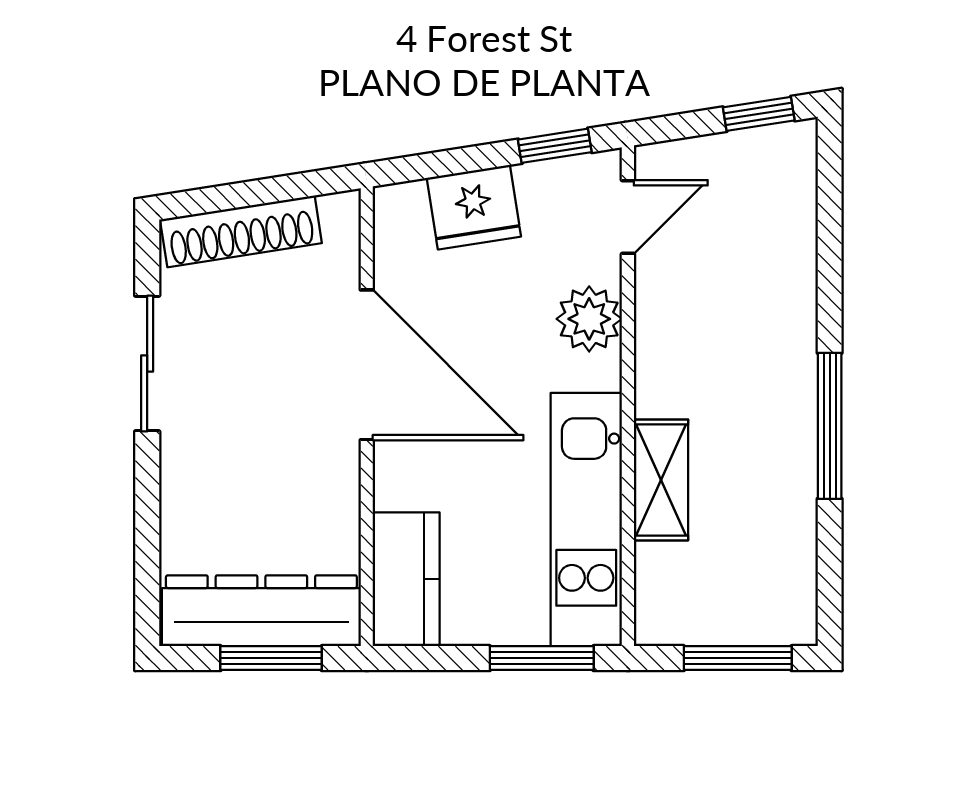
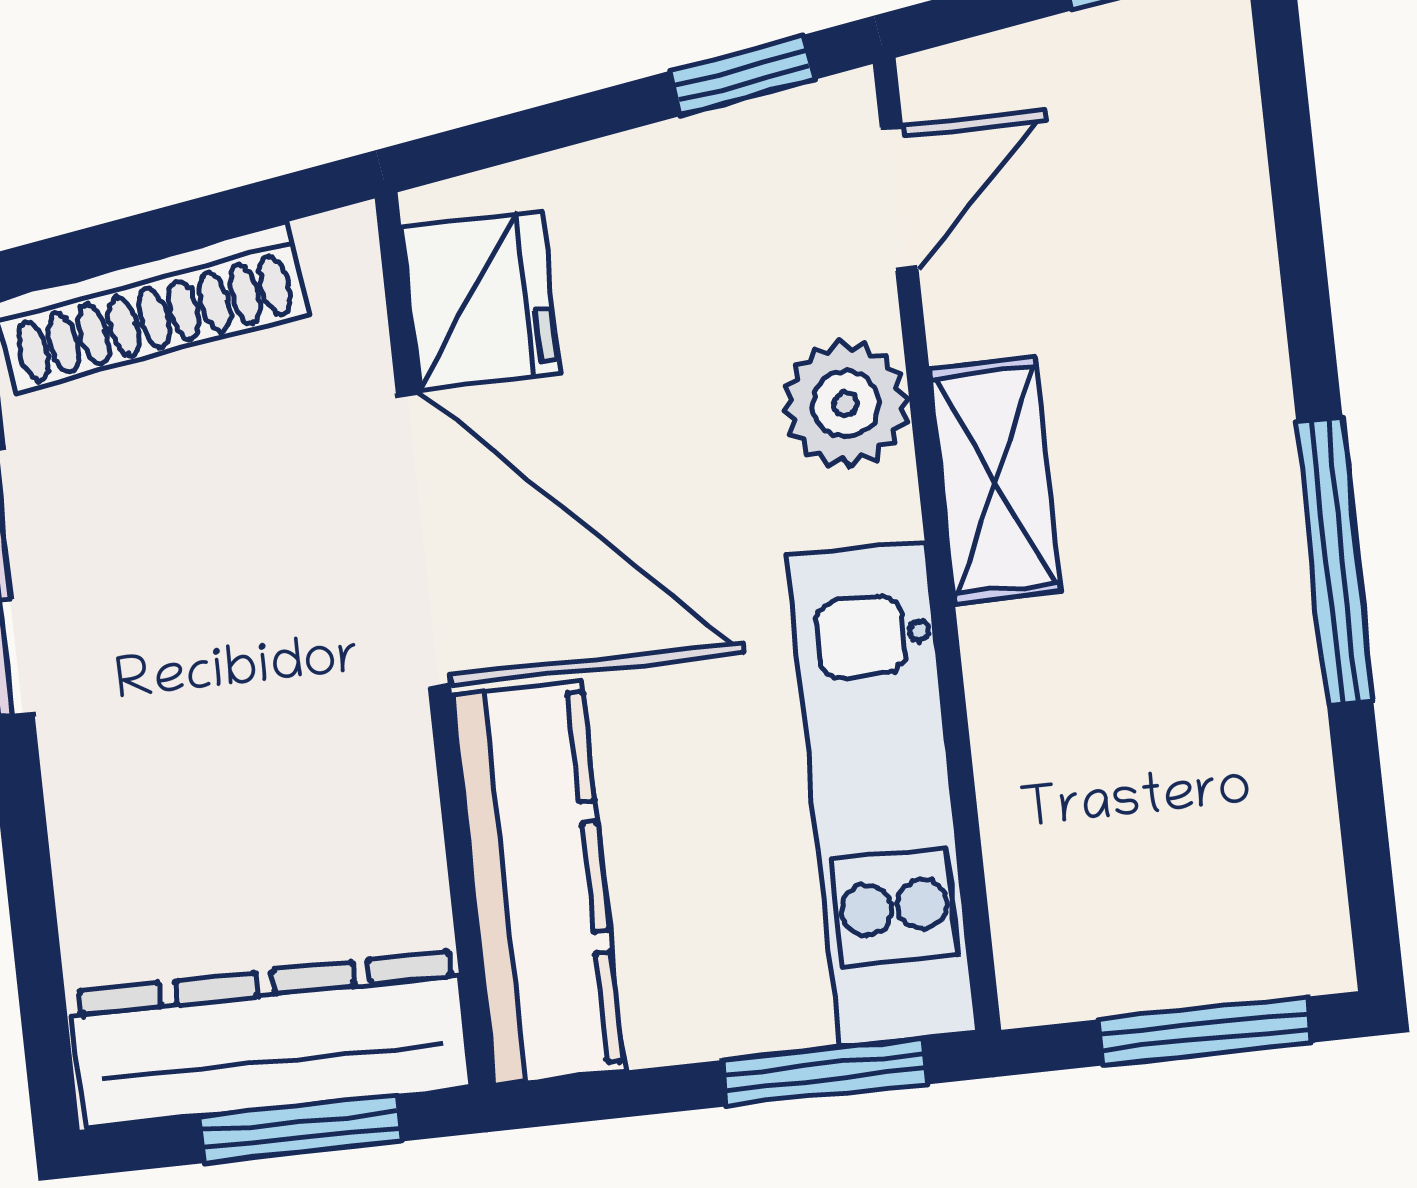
fridge: (474, 207) -> (480, 300), moved, turned -81
shelving: (661, 480) -> (995, 481), moved
kitchen counter: (406, 579) -> (538, 883), width x1.50

